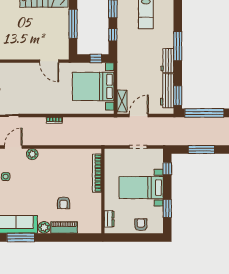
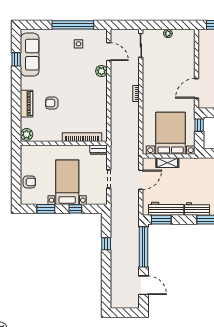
window: (96, 58) -> (199, 125), moved
shelving: (122, 101) -> (167, 163), moved
door: (139, 116) -> (141, 180), hinge flipped
window: (201, 150) -> (106, 244), width x0.46
window: (167, 169) -> (75, 209), moved
dresser: (109, 219) -> (99, 150), moved
plant: (44, 227) -> (27, 134), moved
window: (21, 238) -> (16, 59), width x0.46

